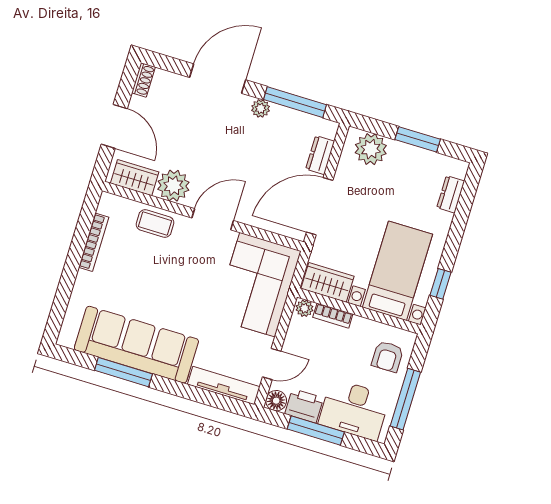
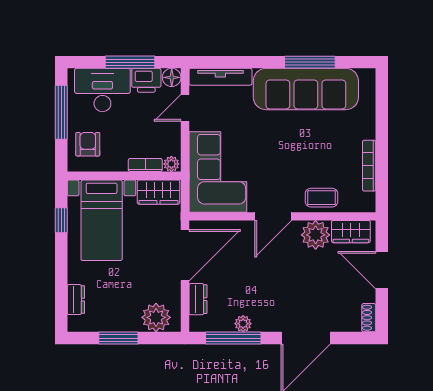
plant: (261, 108) -> (243, 324), moved

